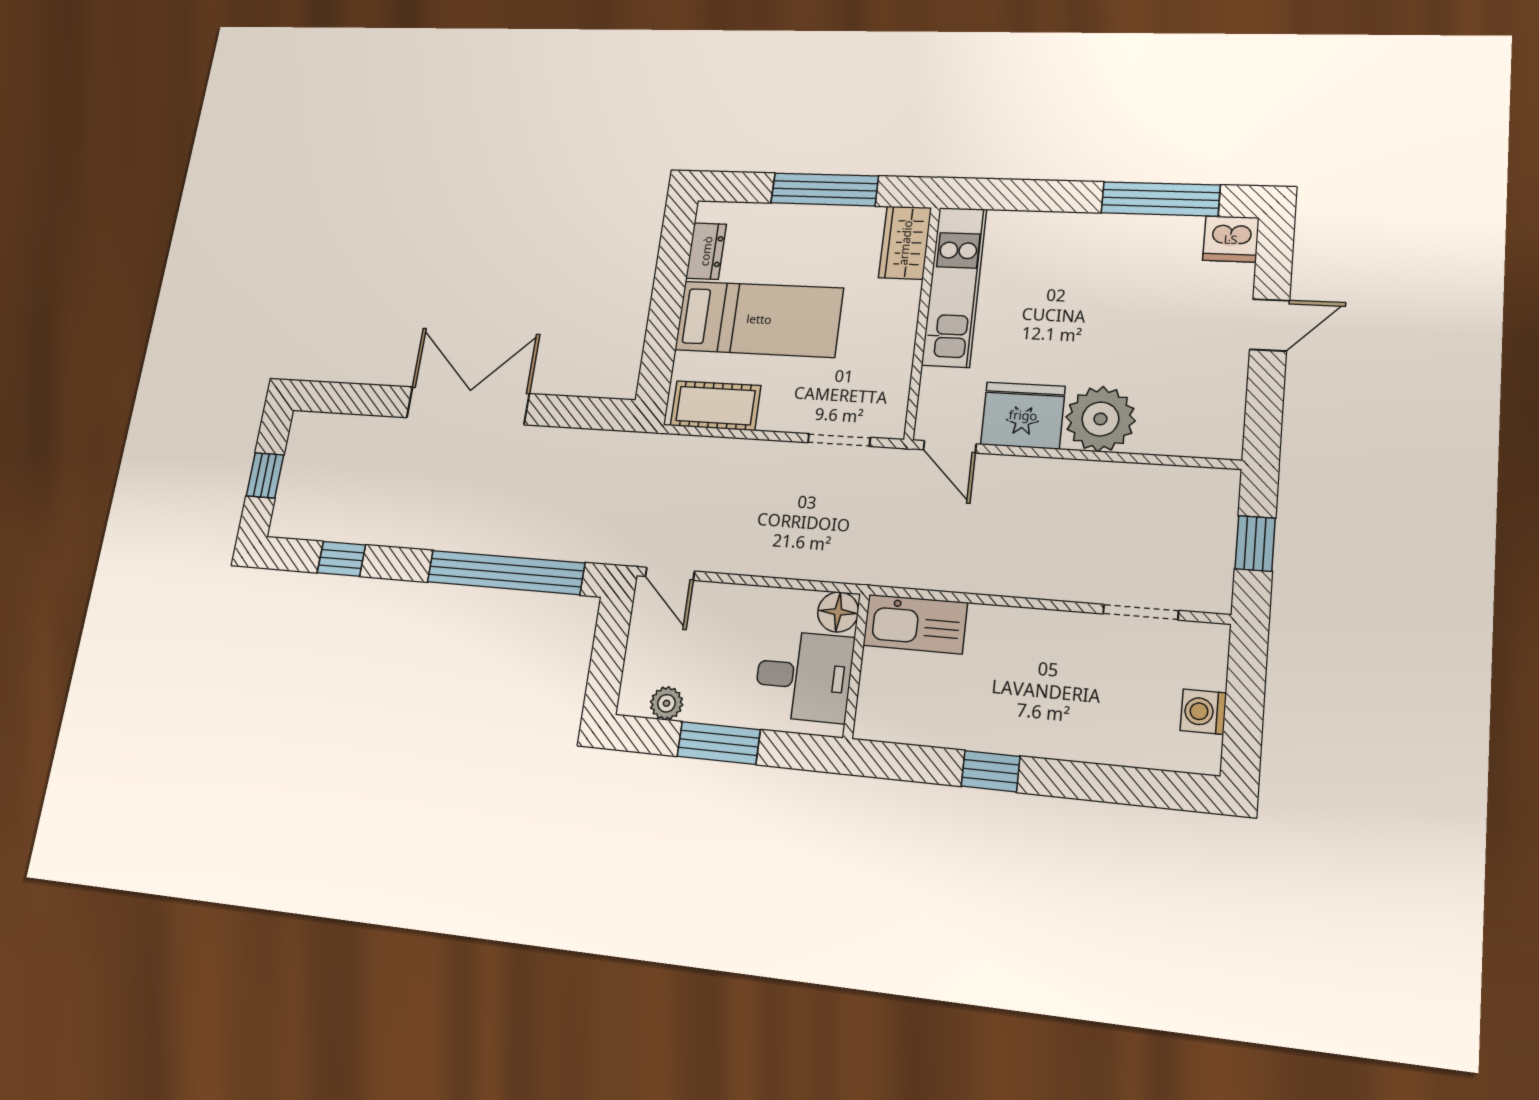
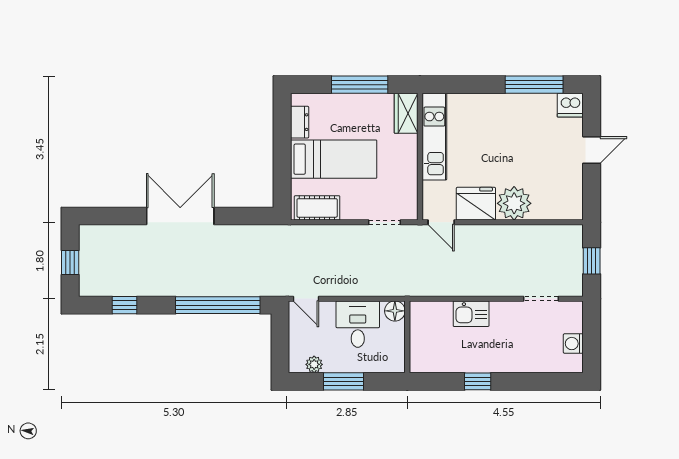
kitchen sink: (915, 624) -> (471, 314), moved, width x0.73
desk: (804, 676) -> (358, 324), moved, turned -90

